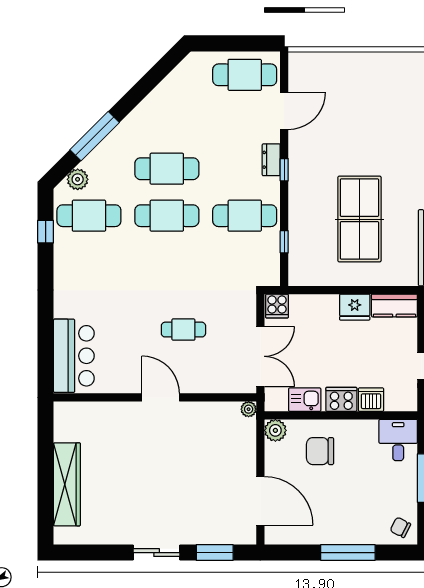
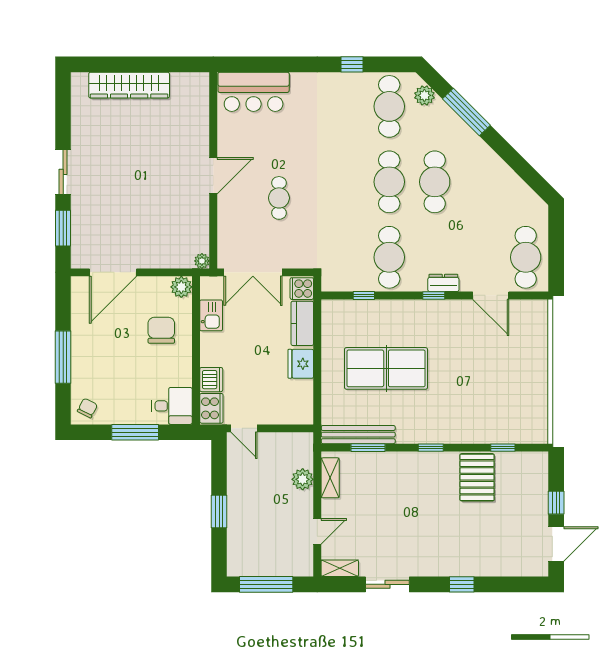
window: (46, 232) -> (352, 64), moved
kitchen counter: (394, 305) -> (302, 323), moved
cooker: (341, 399) -> (211, 408), moved

